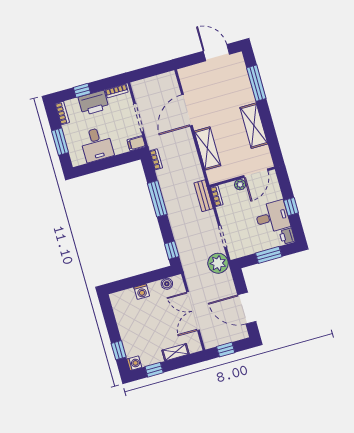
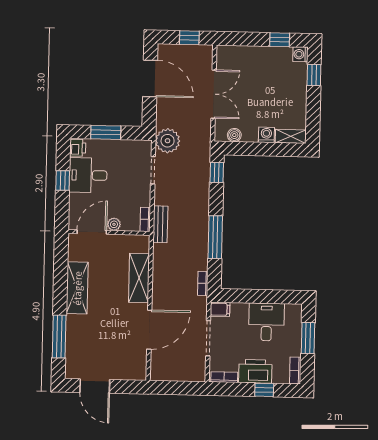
shelving: (176, 352) -> (291, 136), moved

